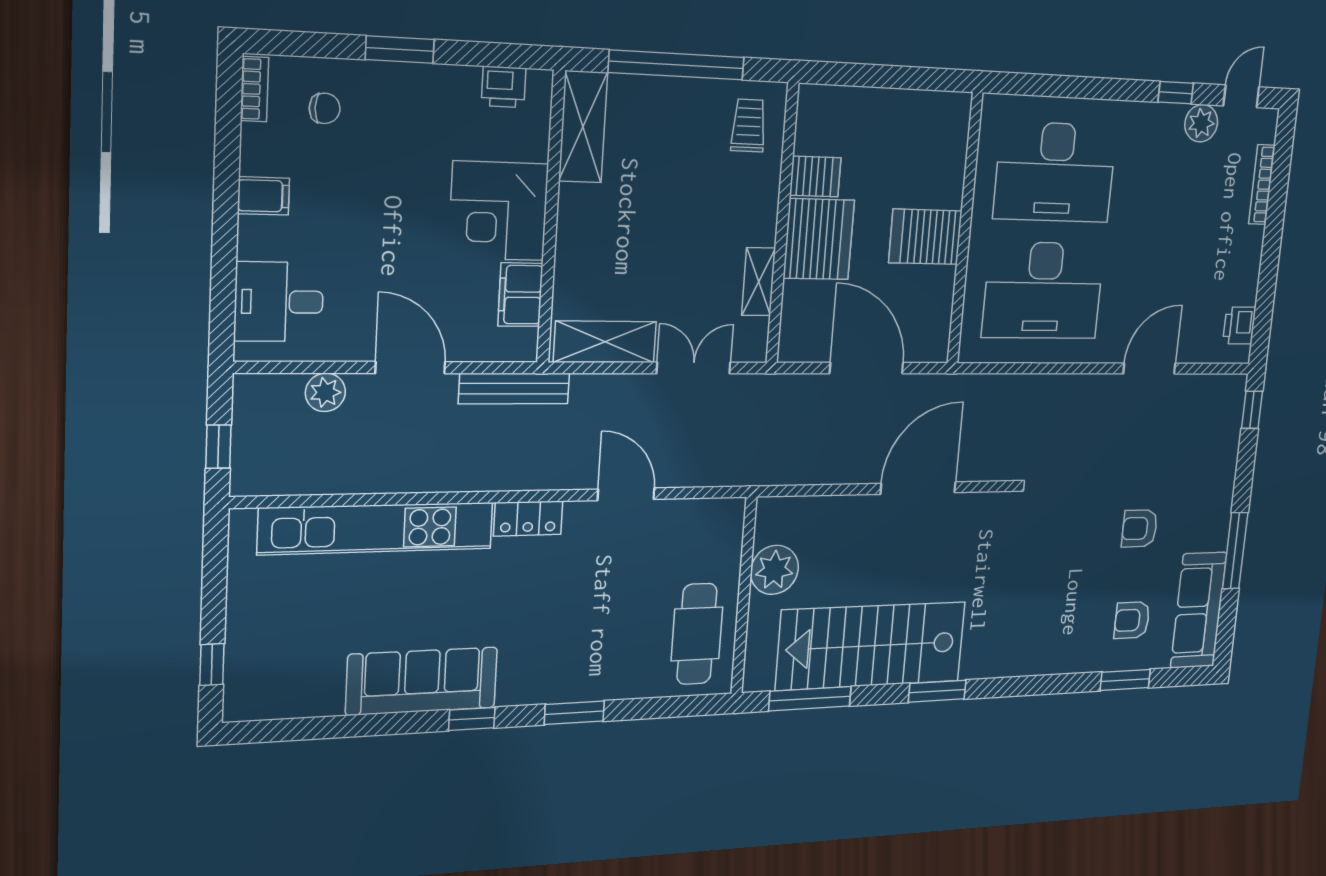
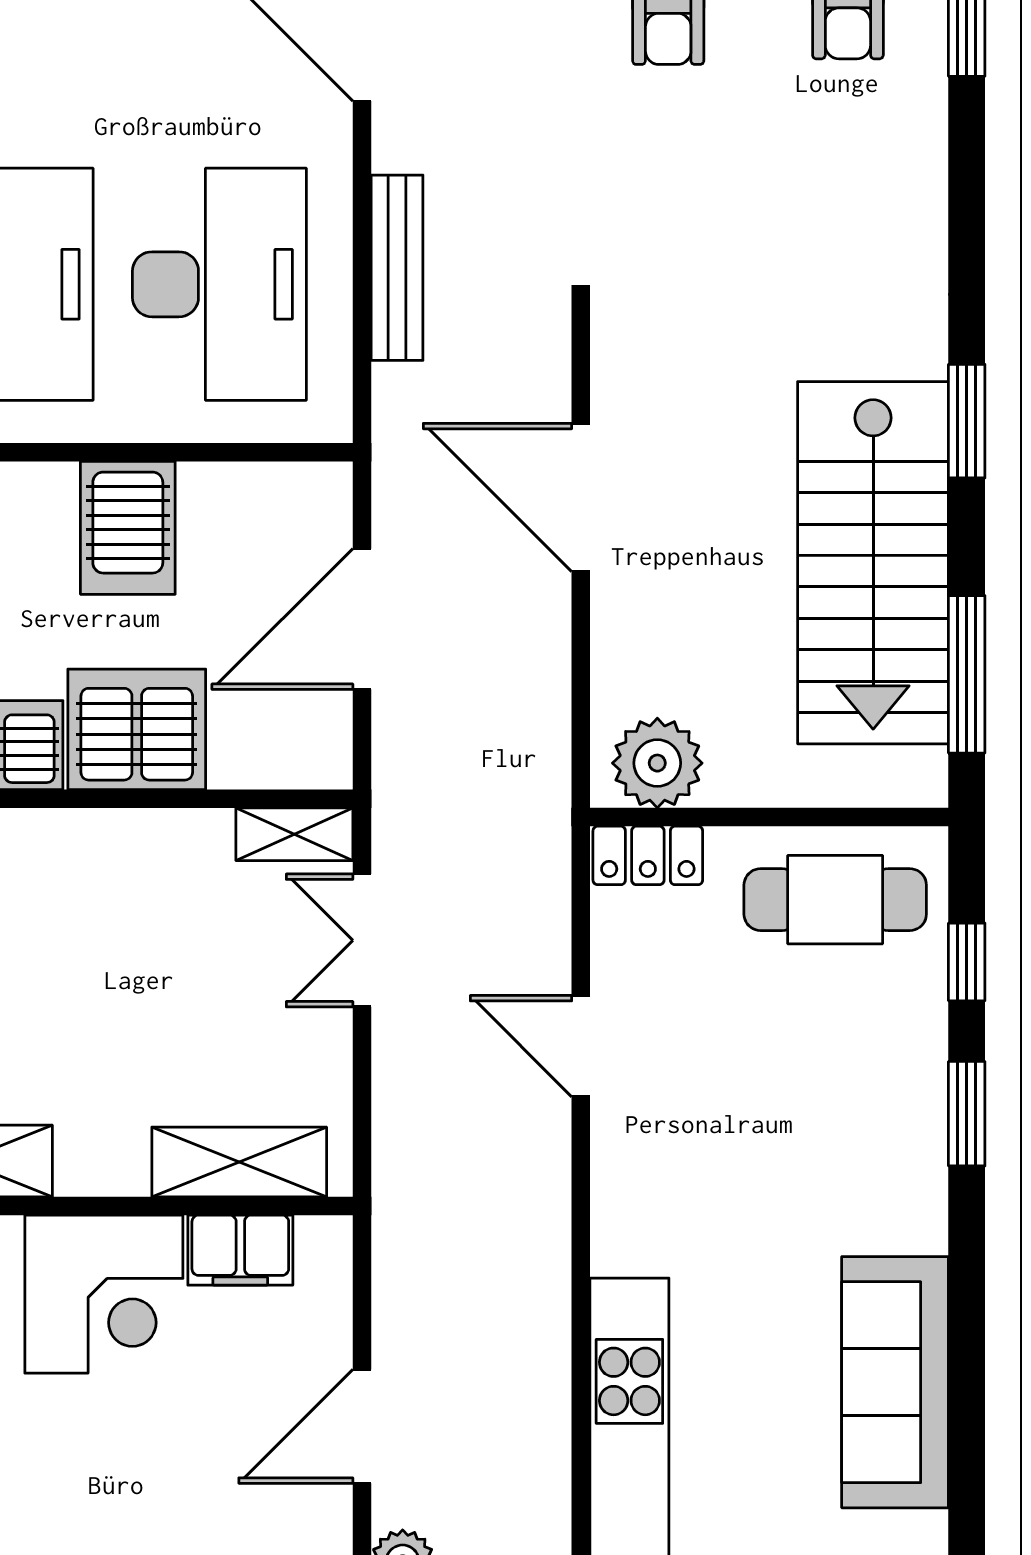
shelving: (759, 282) -> (294, 834), moved
shelving: (605, 342) -> (239, 1162), moved, turned 90
bench: (514, 389) -> (397, 268), moved
door: (626, 494) -> (581, 1046), hinge flipped
locker: (528, 519) -> (648, 855), moved, turned 90
plant: (774, 570) -> (657, 763), moved
window: (472, 719) -> (967, 962), moved

